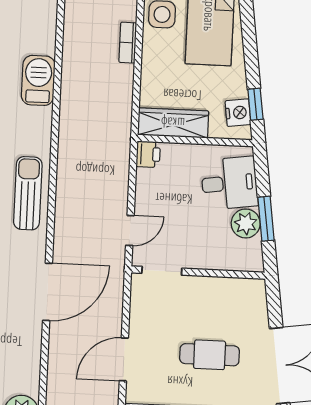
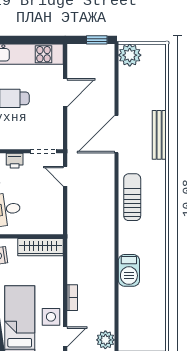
printer: (148, 154) -> (15, 161), moved, turned -90
sun lounger: (28, 193) -> (132, 197), turned 180
door: (130, 231) -> (65, 176), hinge flipped

